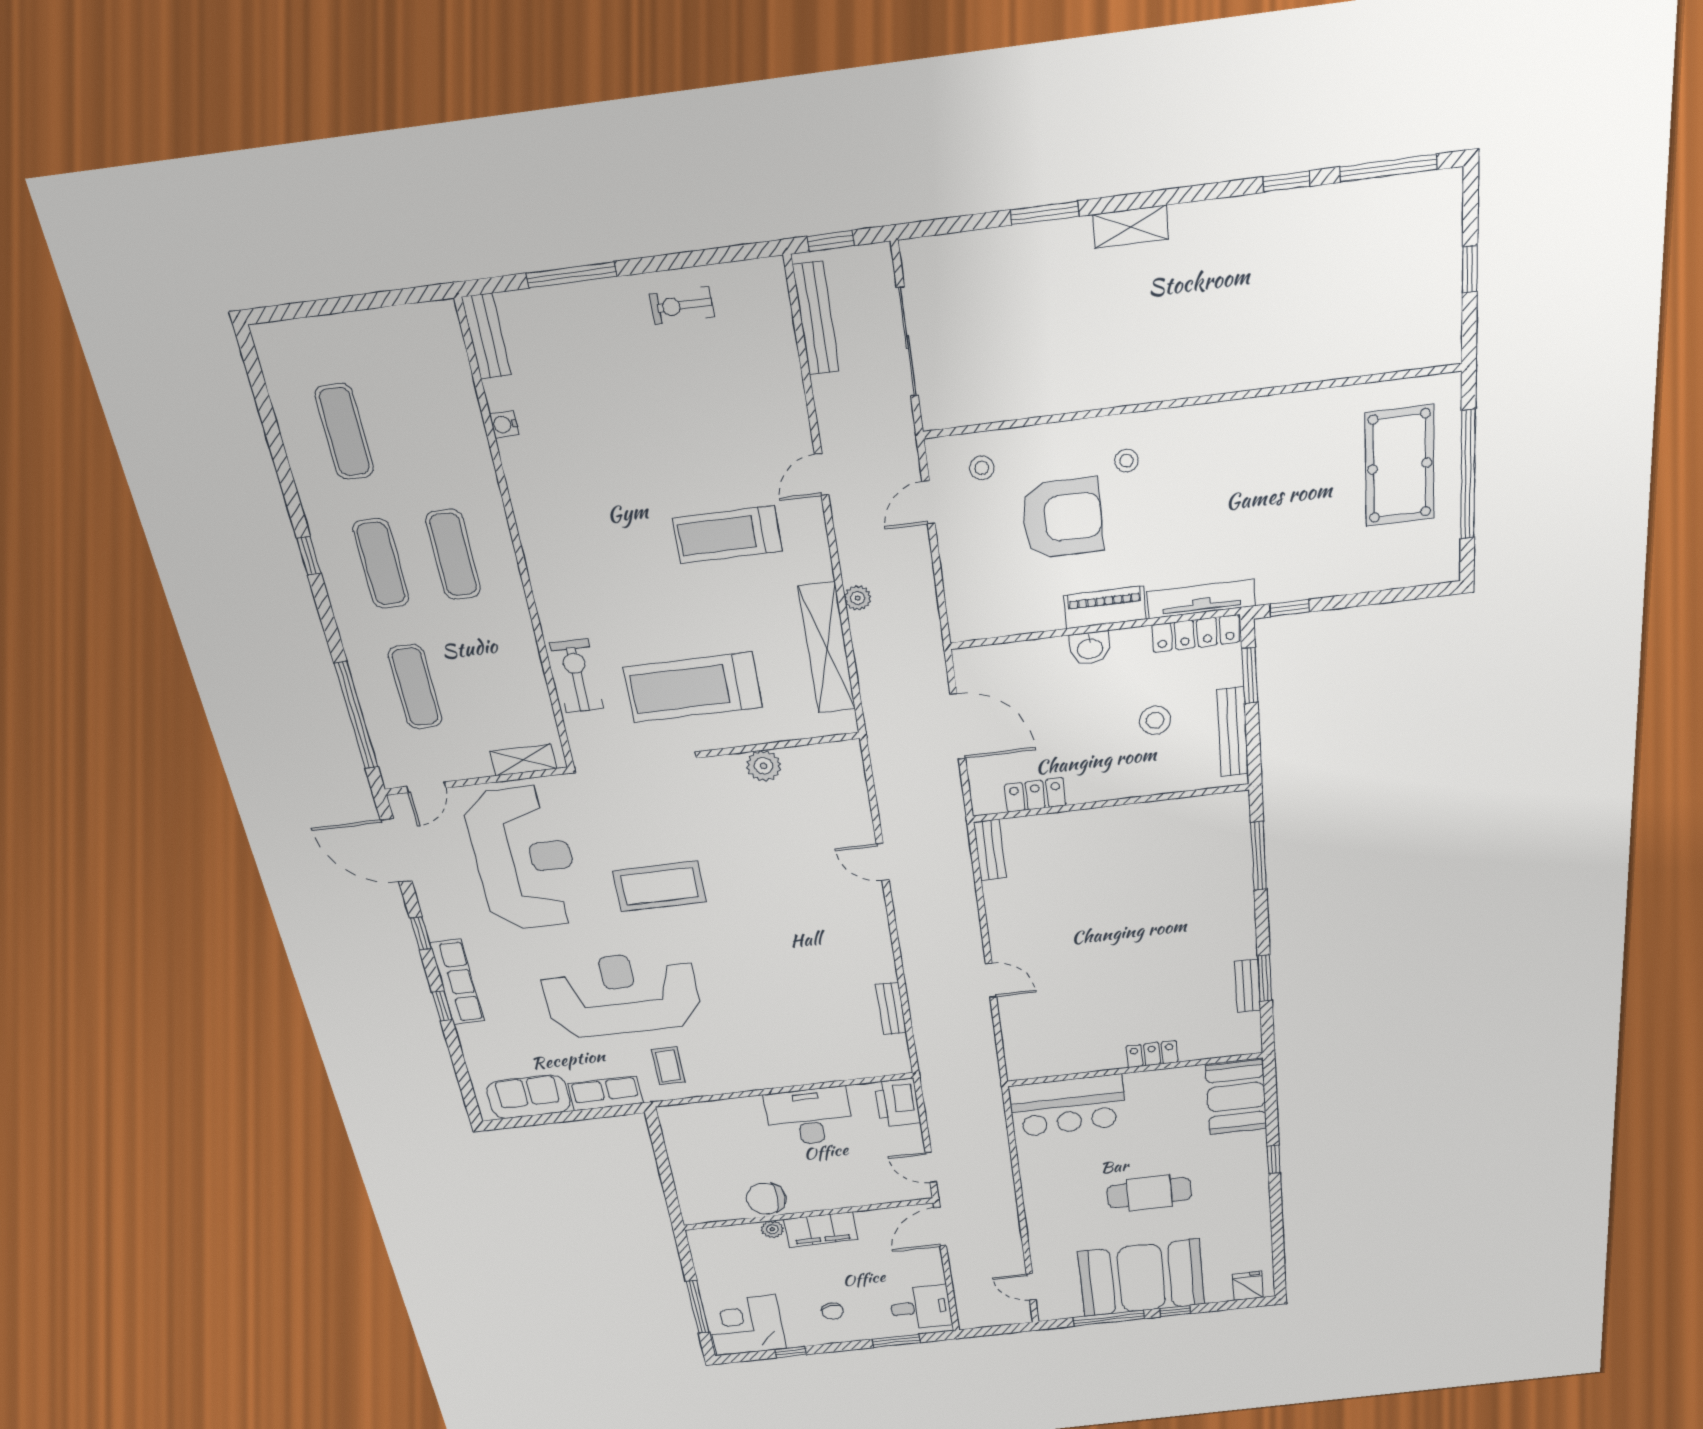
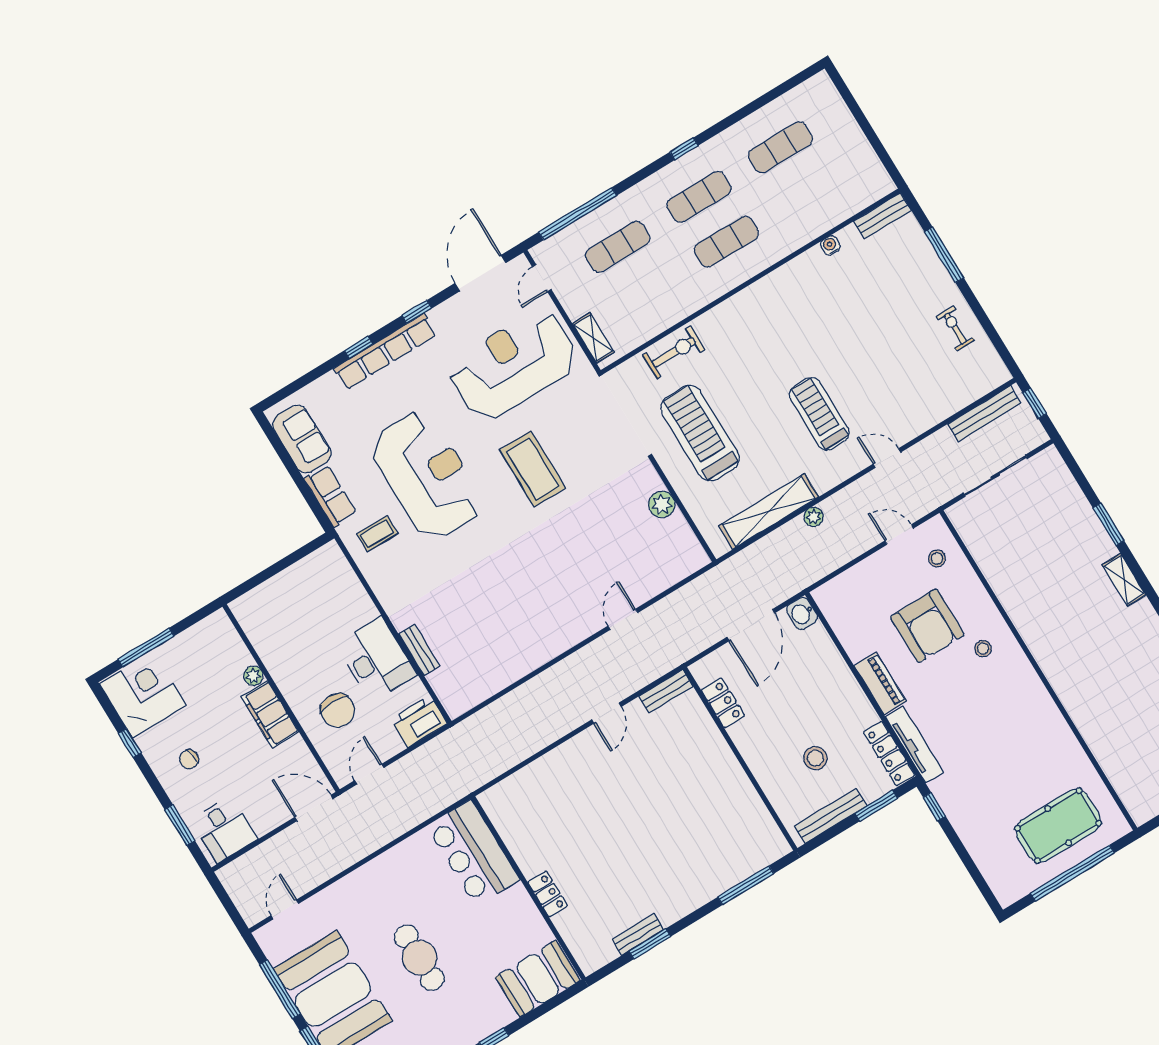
washbasin: (1090, 648) -> (802, 613), moved
door: (426, 787) -> (542, 278), hinge flipped
reception desk: (524, 859) -> (513, 365), turned 180
door: (991, 980) -> (606, 713), moved
row of seats: (457, 982) -> (385, 352), width x1.36
bench: (891, 1009) -> (419, 650), moved, turned 90
chair: (766, 1199) -> (338, 710), moved, turned 180

